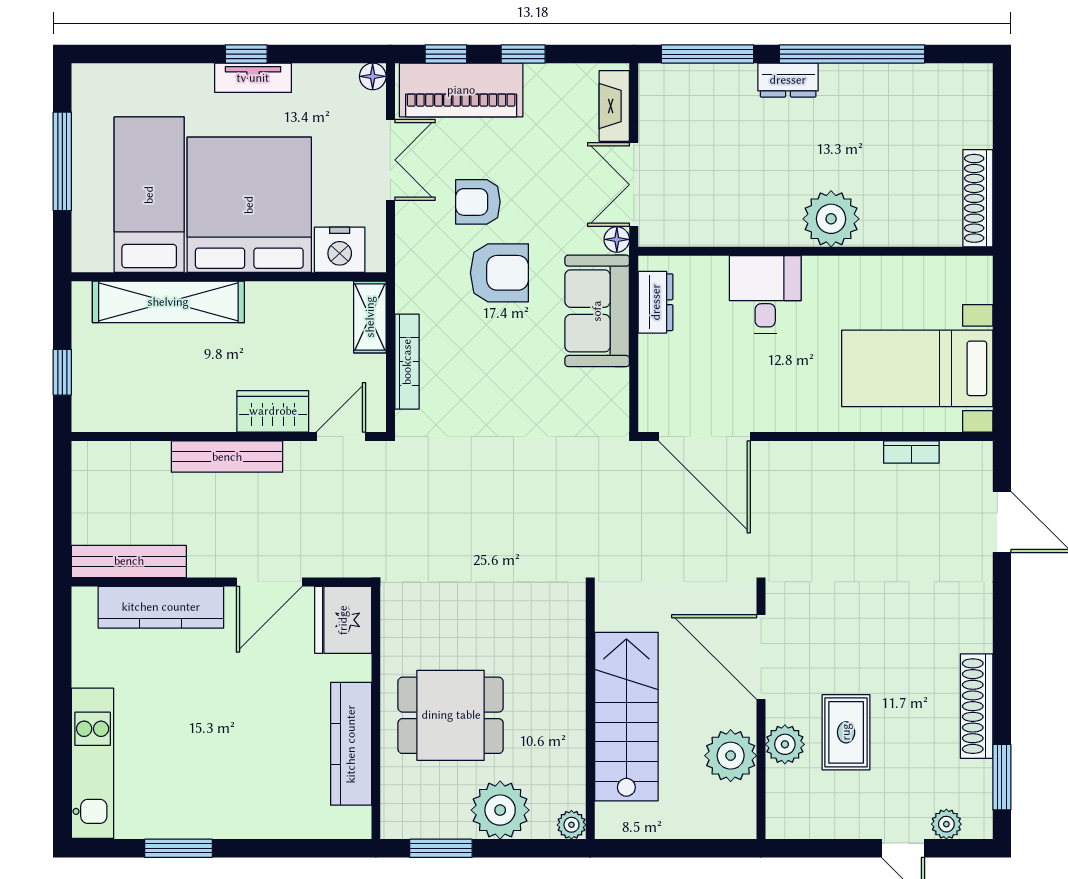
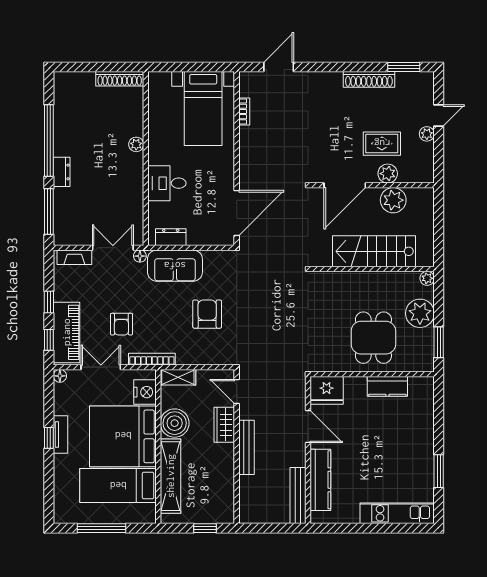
double door: (634, 185) -> (113, 248), swing flipped
plant: (831, 219) -> (136, 144), width x0.53, depth x0.53
armchair: (499, 273) -> (207, 314), moved
boiler: (276, 310) -> (175, 423), added
bookcase: (407, 362) -> (152, 359), moved
kitchen counter: (351, 744) -> (387, 386), width x0.67
plant: (946, 824) -> (427, 134), moved

